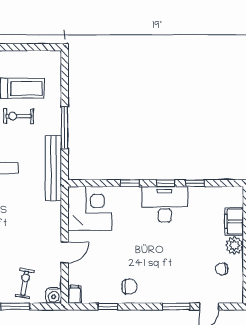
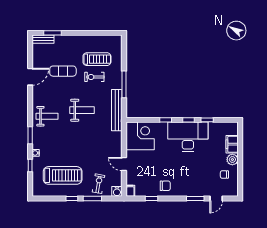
desk: (165, 204) -> (188, 137), width x1.36, depth x1.30
door: (65, 253) -> (124, 164), swing flipped

